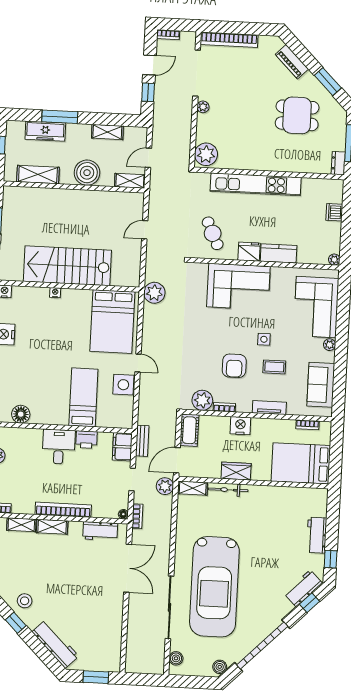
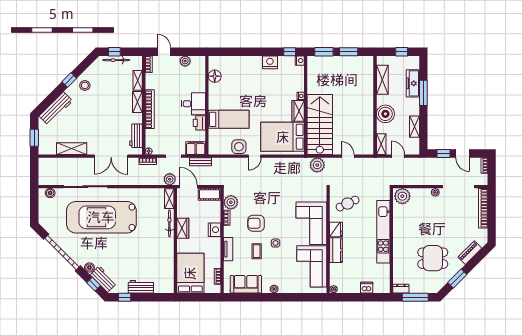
dining table: (297, 115) -> (433, 258), turned 90
stairs: (67, 266) -> (320, 124), moved
plant: (154, 293) -> (317, 165), moved
wardrobe: (76, 297) -> (298, 111), added
corner sofa: (316, 307) -> (312, 266), moved, turned -90
shelving: (114, 624) -> (72, 149), added
boiler: (220, 667) -> (89, 267), moved

